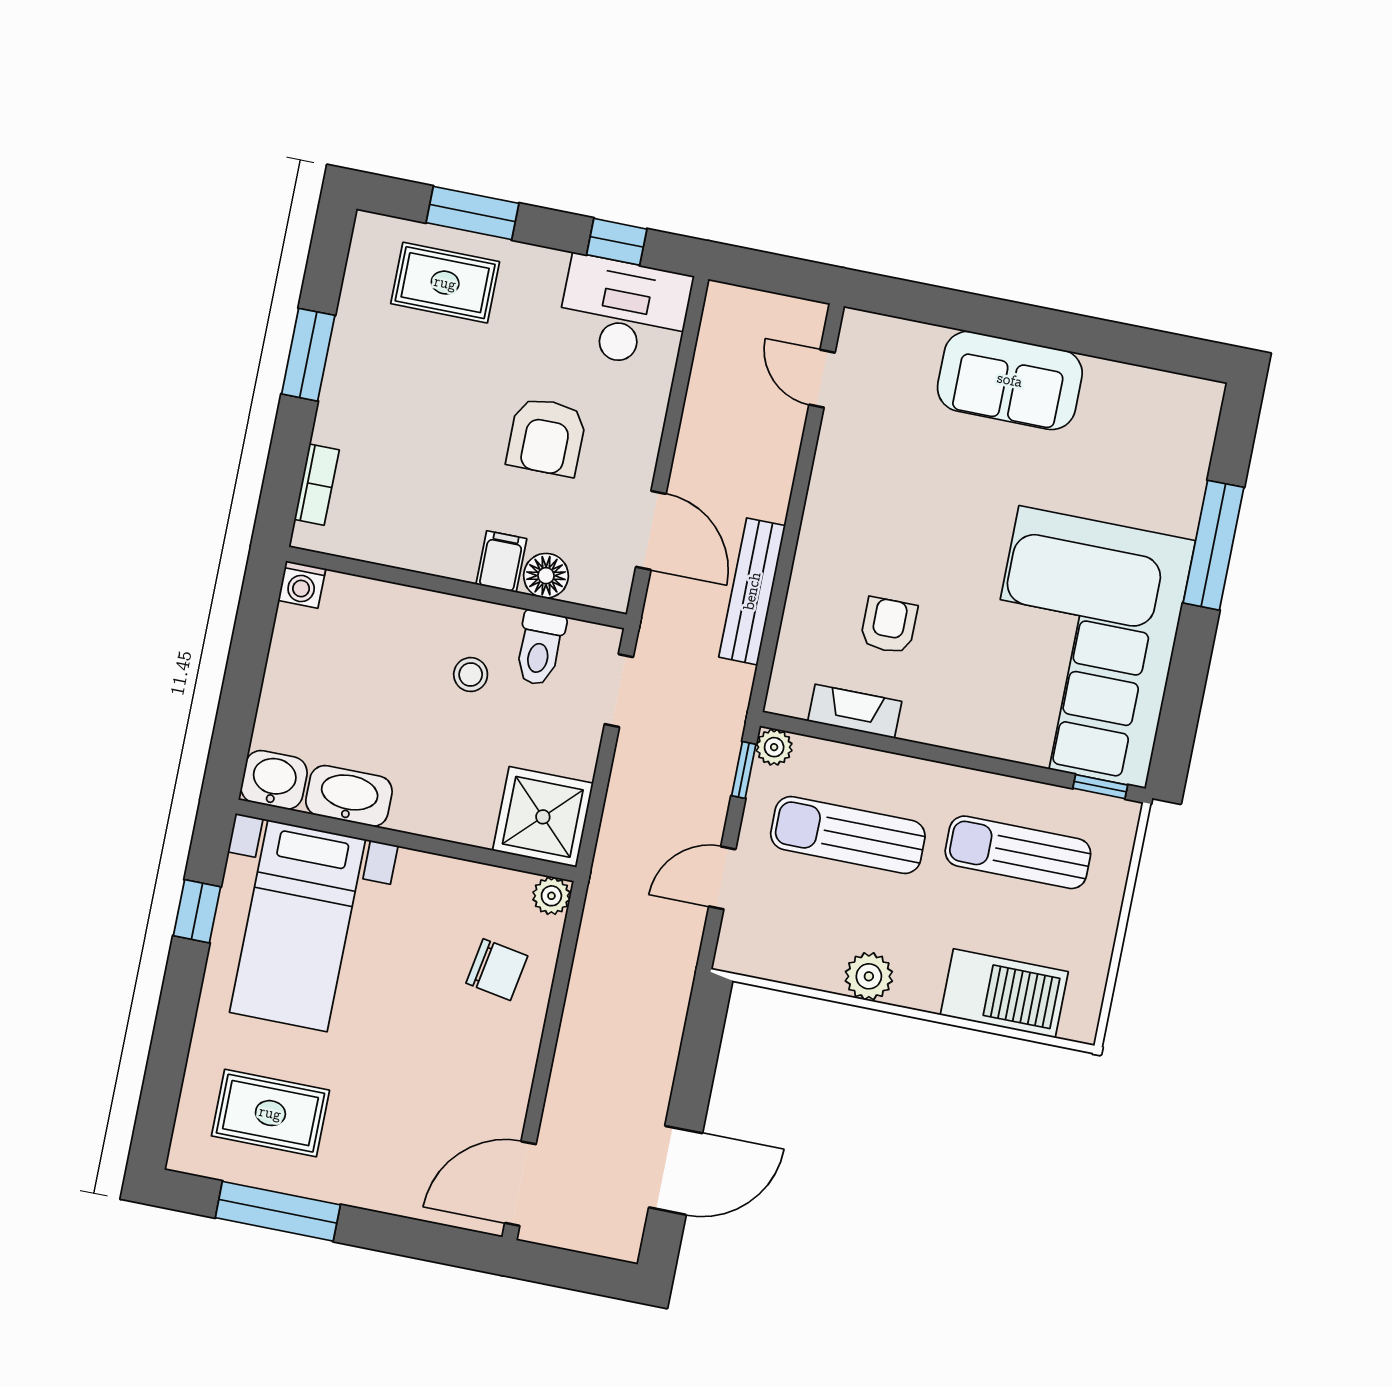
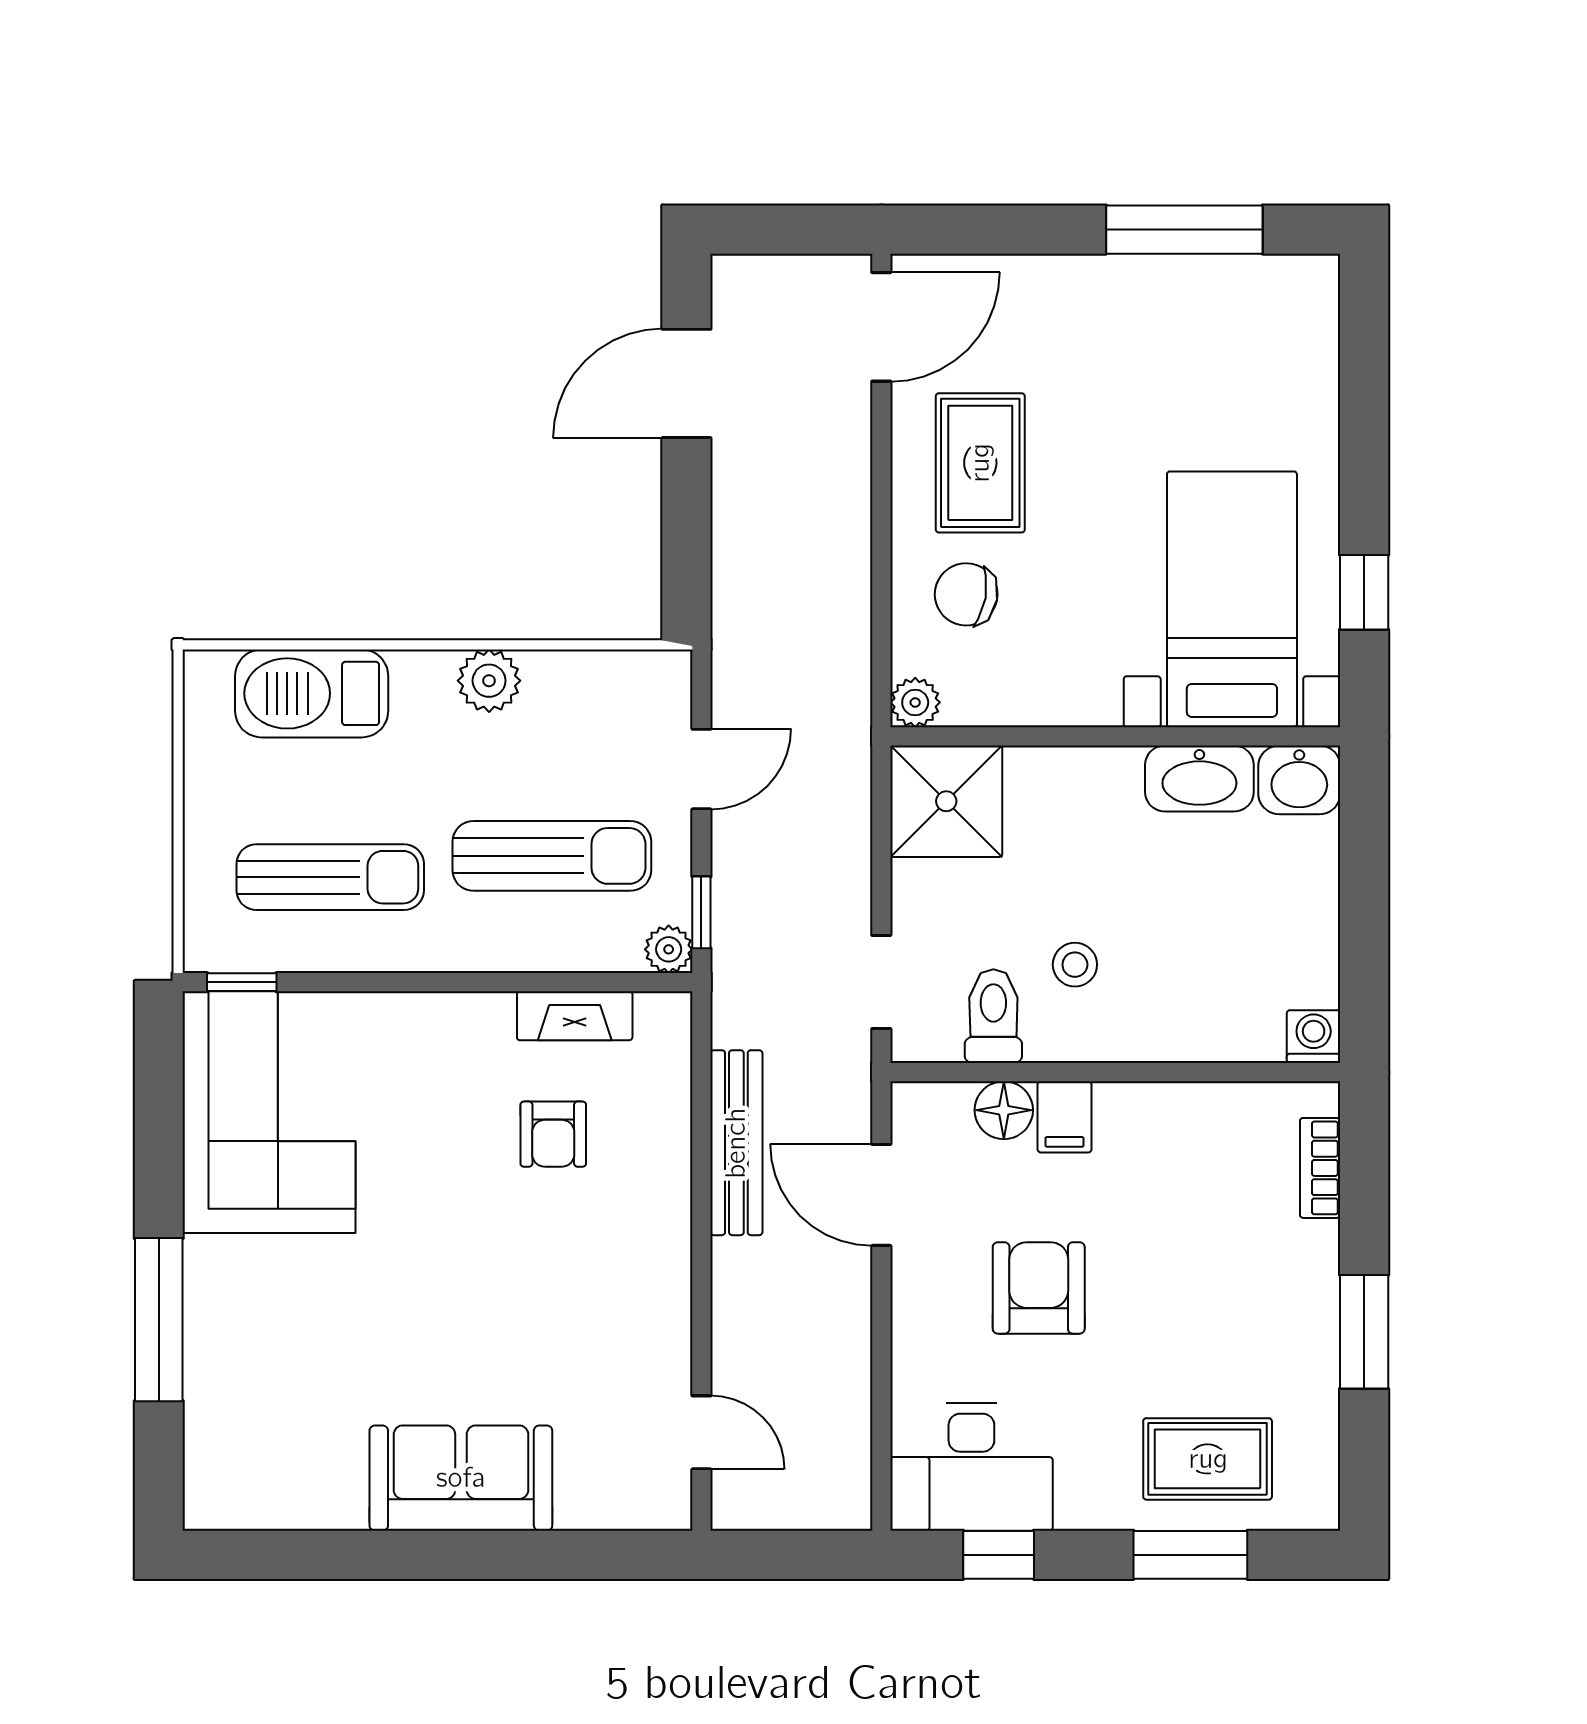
corner sofa: (1082, 647) -> (269, 1112), width x0.73, depth x0.74
rug: (270, 1113) -> (980, 463), moved, turned 90

